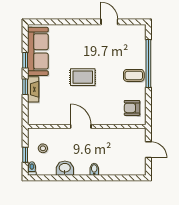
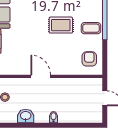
rug: (83, 77) -> (61, 25), moved
armchair: (132, 108) -> (89, 59), turned 90

